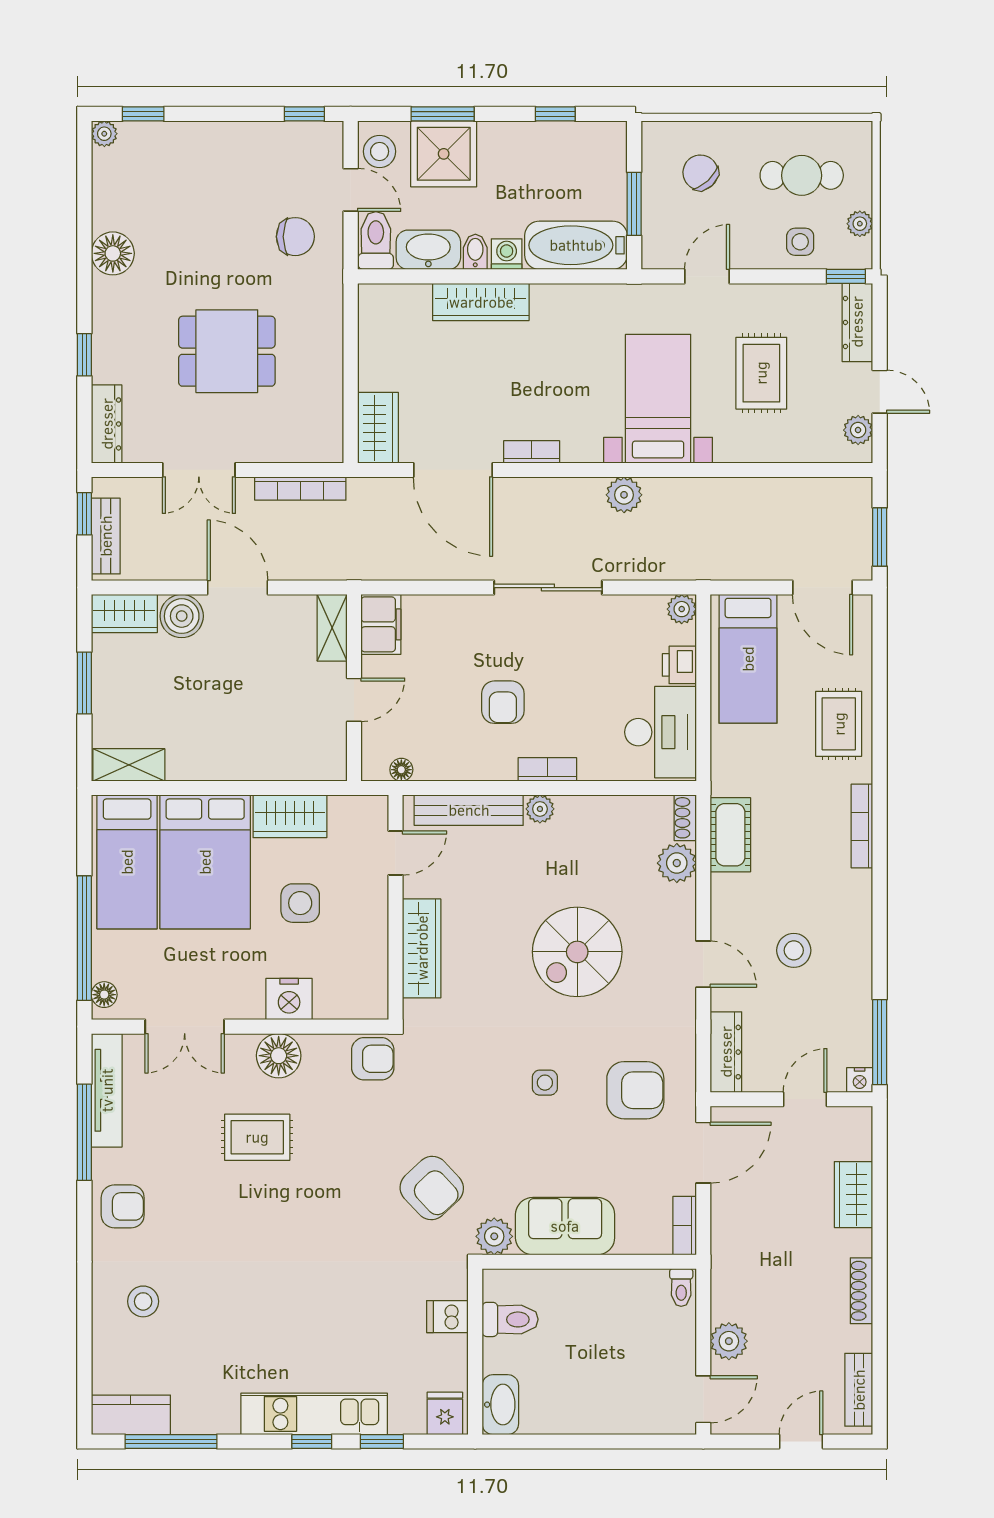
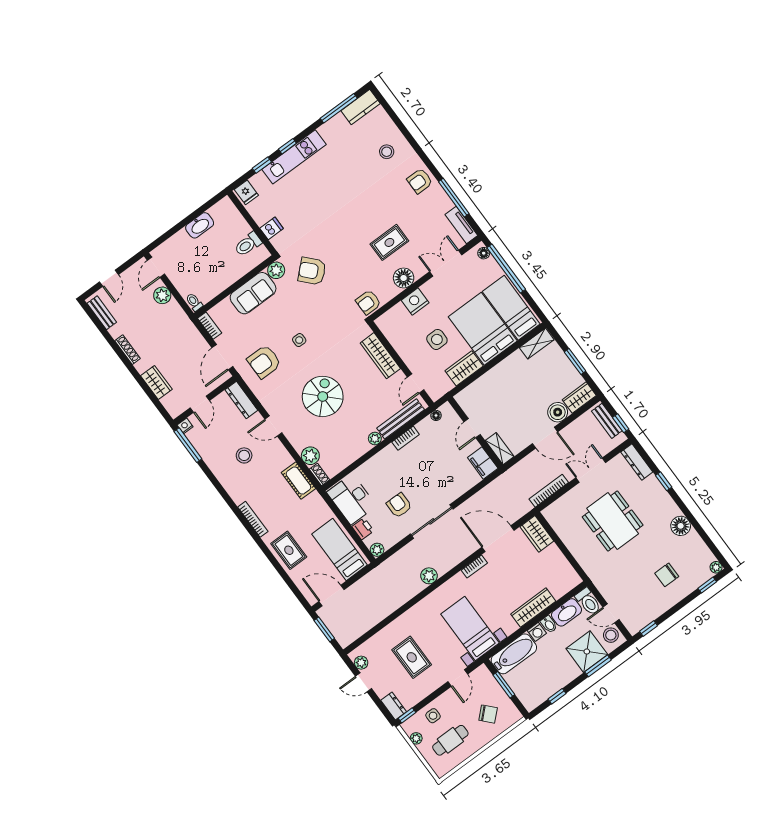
chair: (295, 237) -> (667, 575), moved
dresser: (857, 322) -> (394, 706), width x0.70
dining table: (227, 351) -> (613, 521), width x1.37
bed with nightstands: (658, 399) -> (470, 629), moved, turned 180
armchair: (503, 702) -> (399, 505), moved
bookcase: (547, 769) -> (406, 438), moved
tv unit: (107, 1090) -> (461, 225), width x0.71
washbasin: (500, 1405) -> (200, 225), moved, turned -90

